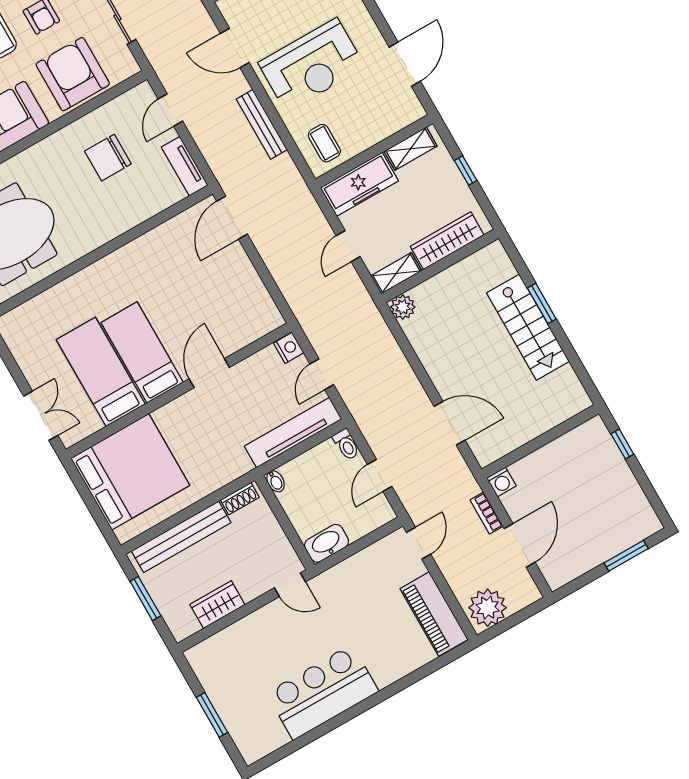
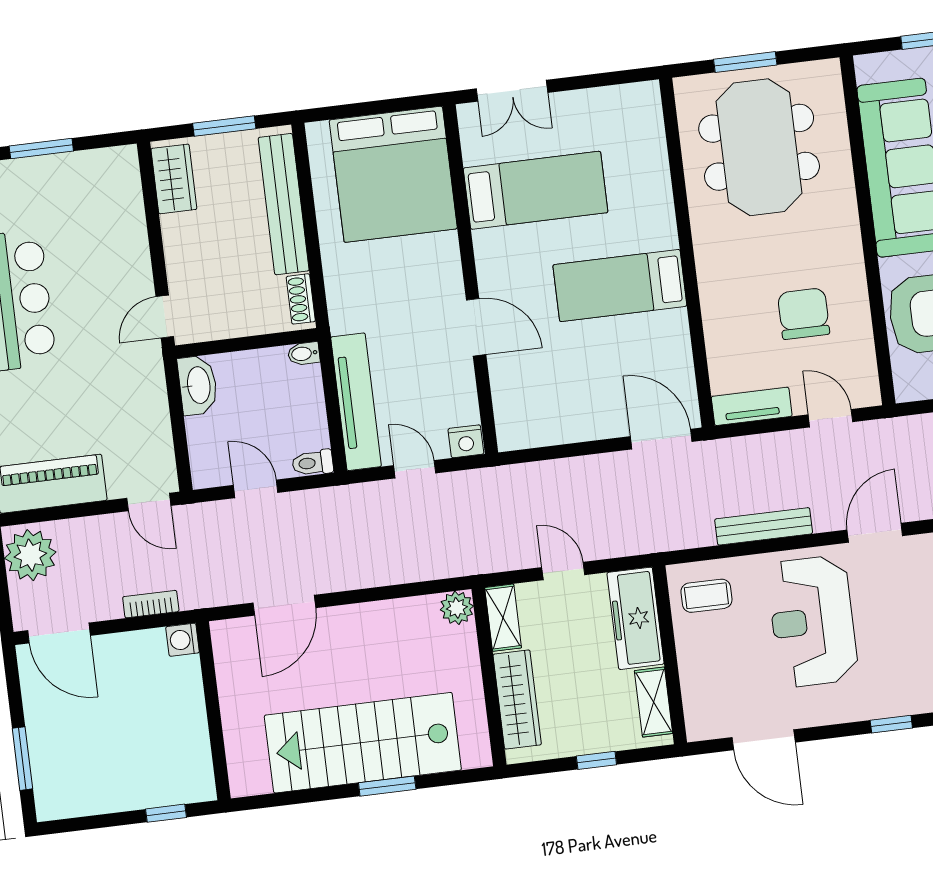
stairs: (528, 327) -> (363, 743), width x1.36, depth x1.51
bed: (142, 352) -> (620, 286), moved, turned 180
door: (520, 545) -> (59, 633), moved
wardrobe: (217, 605) -> (174, 179), moved

